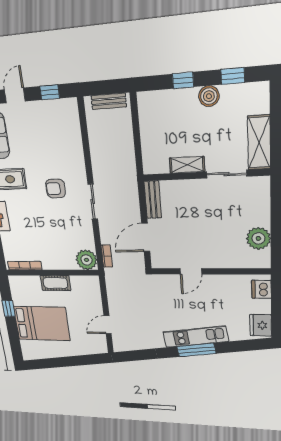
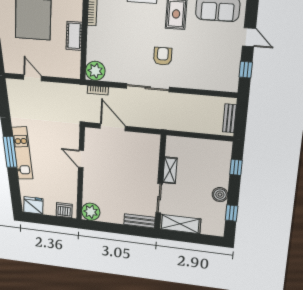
window: (183, 80) -> (236, 167), moved
bench: (153, 200) -> (139, 221), moved
sliding door: (93, 202) -> (148, 88), width x1.37
plant: (258, 238) -> (91, 212), moved

